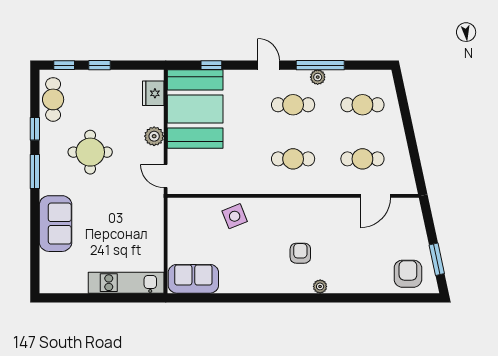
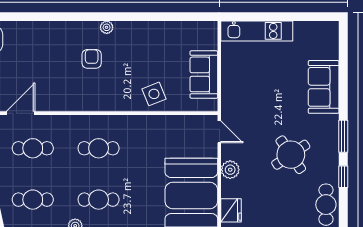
round table: (90, 152) -> (291, 155), turned -34
armchair: (300, 253) -> (92, 59), turned 180
sofa: (193, 279) -> (204, 74), moved, turned 90
plant: (320, 286) -> (107, 27), moved

